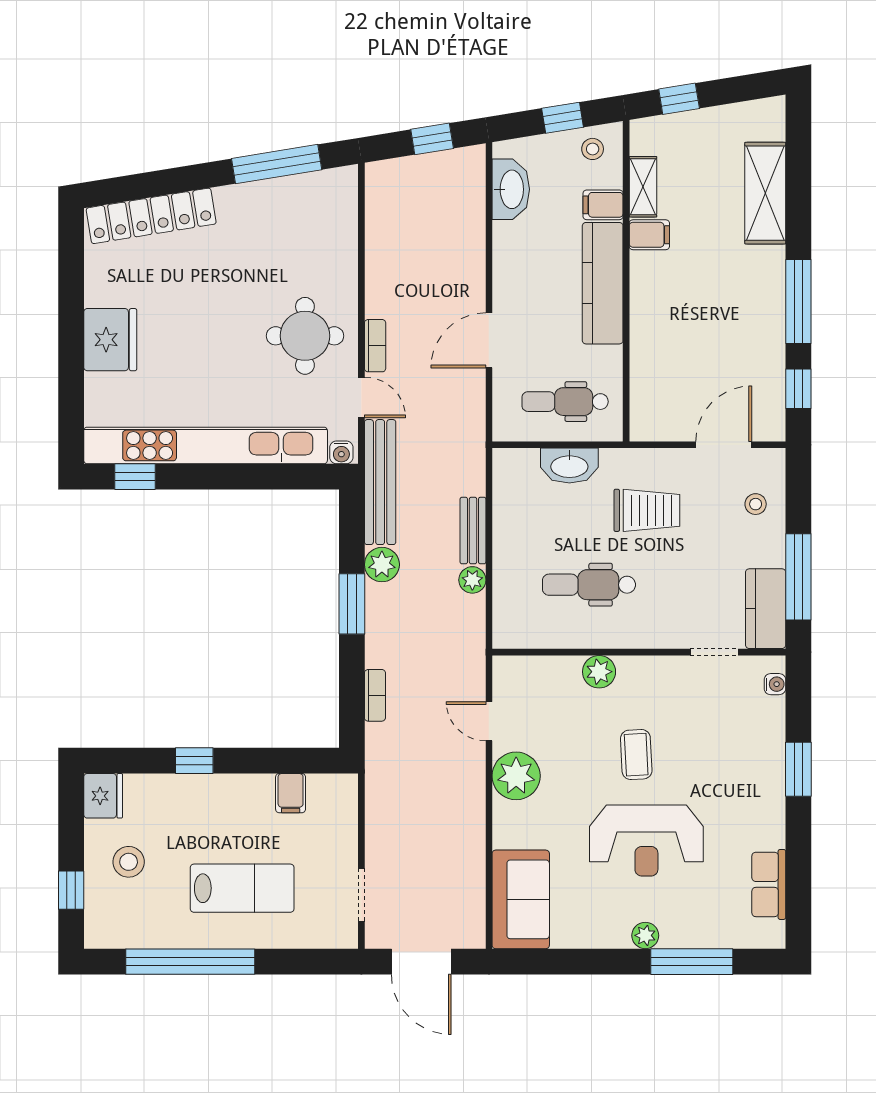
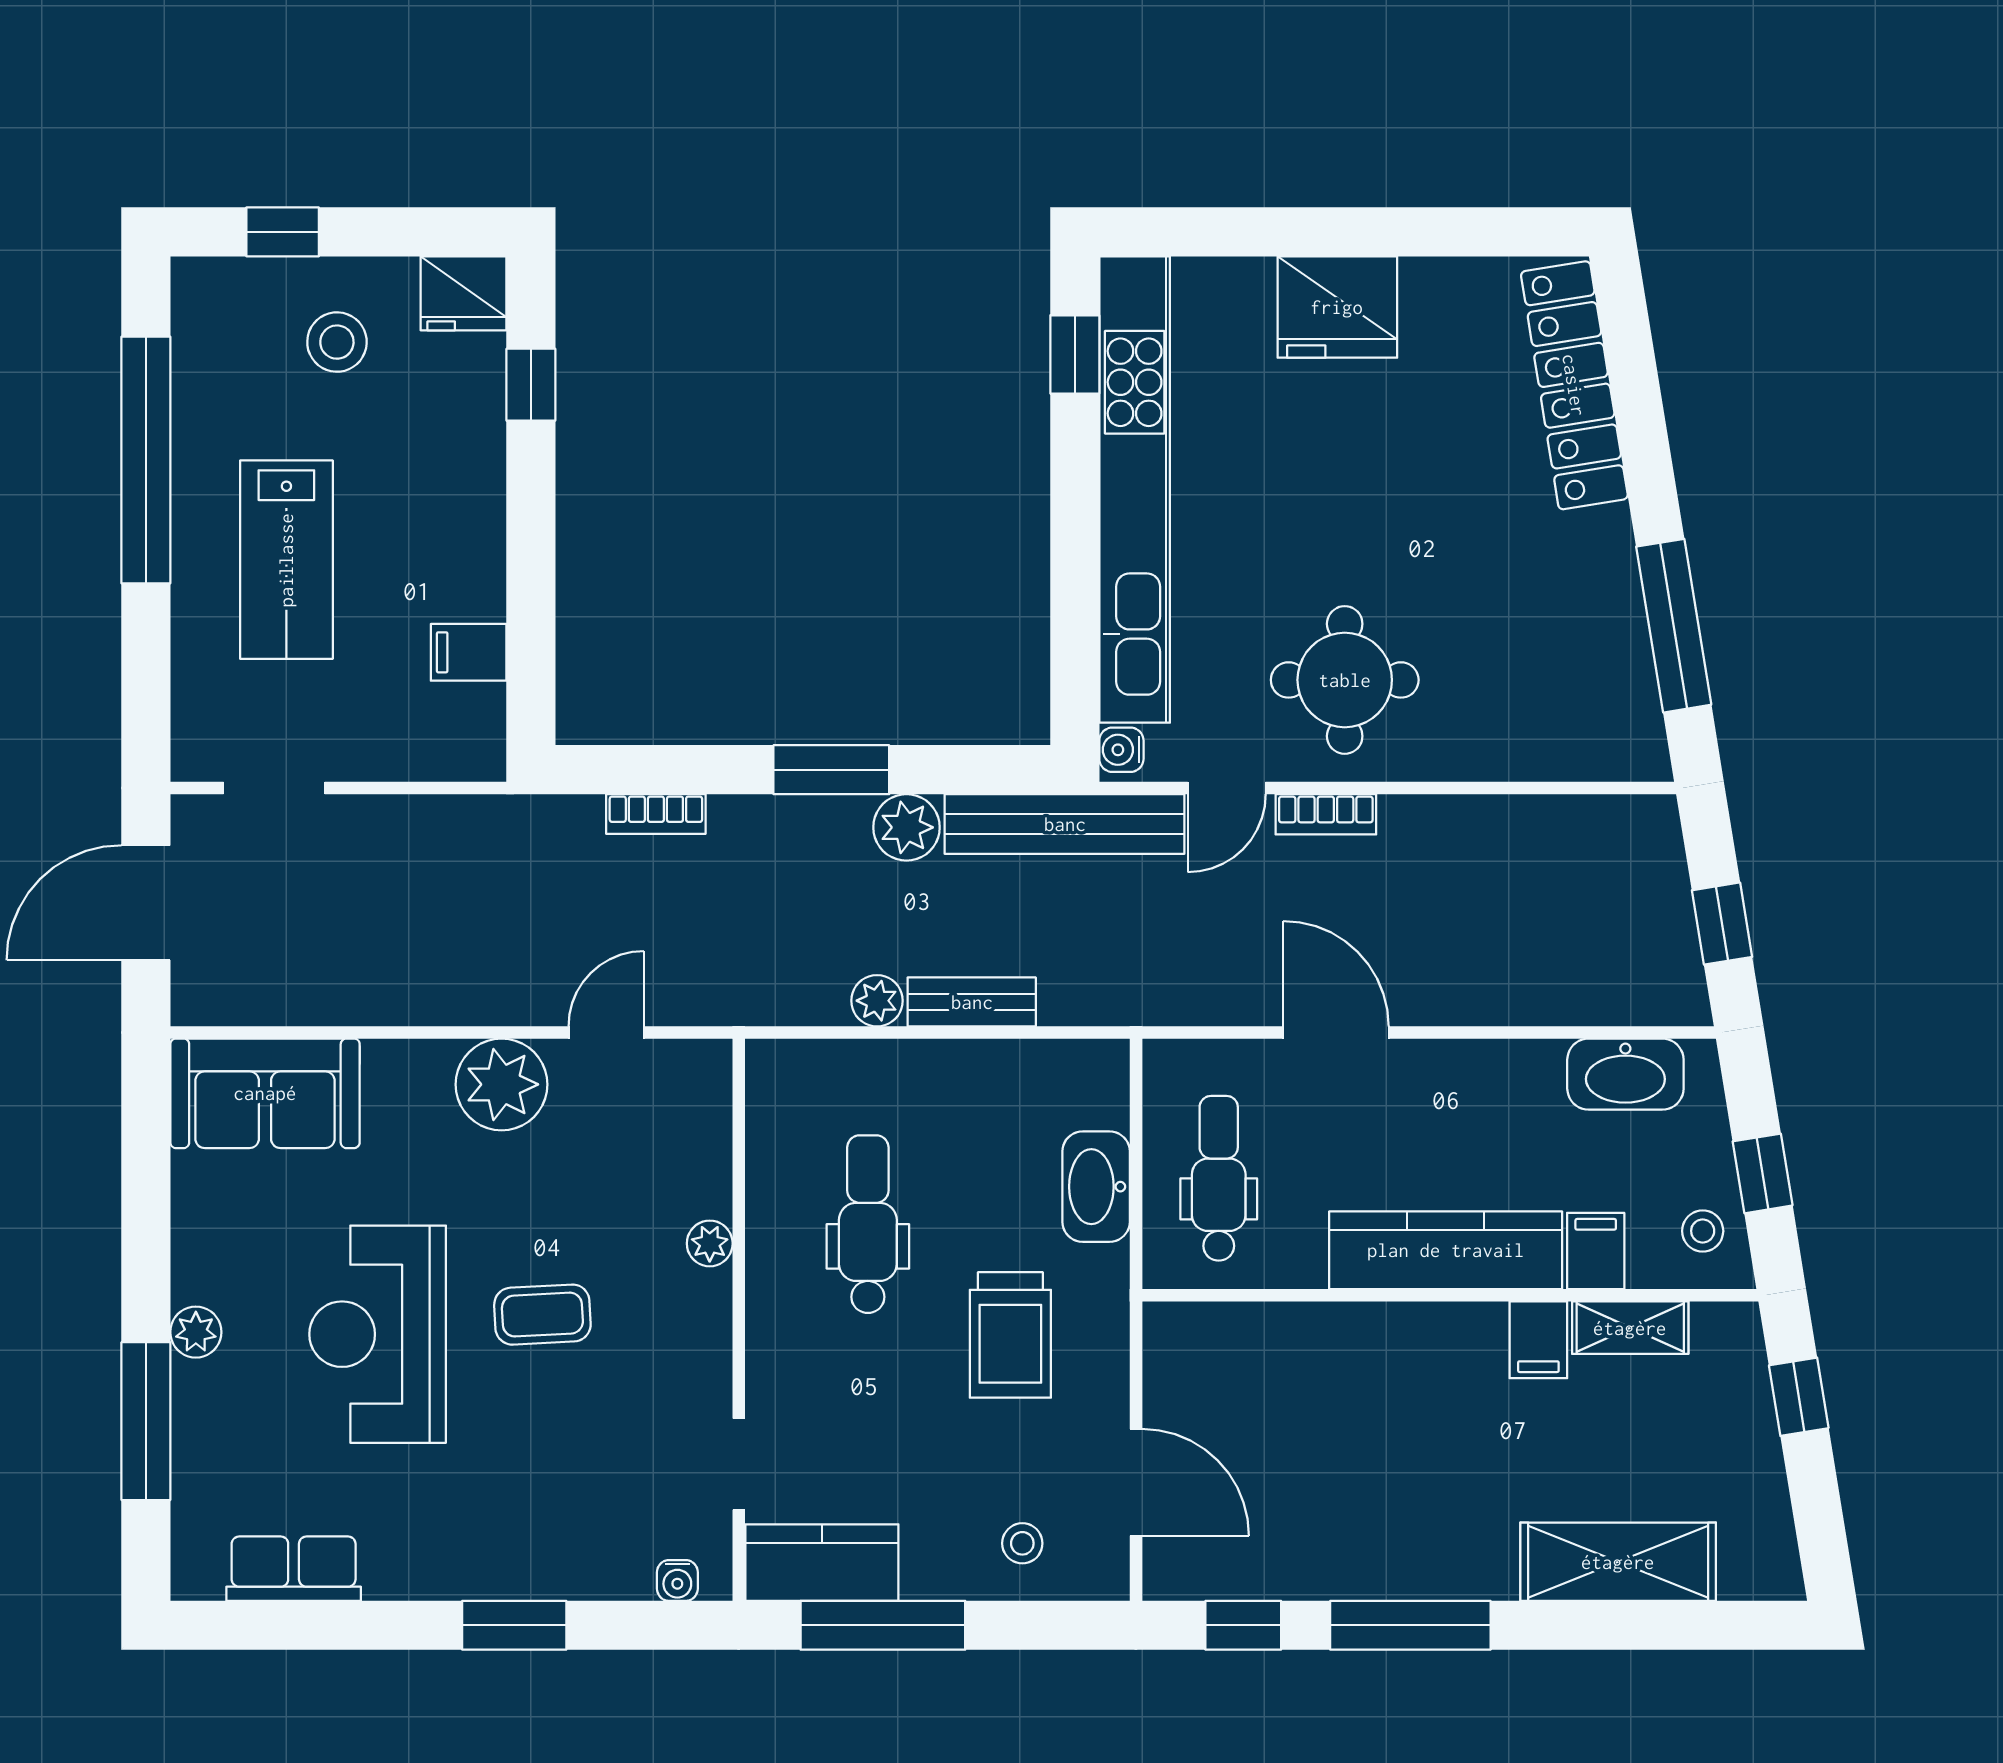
plant: (599, 672) -> (710, 1243), width x0.73, depth x0.73
window: (194, 761) -> (531, 385), moved

